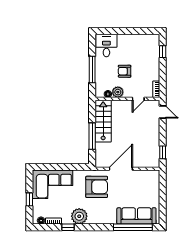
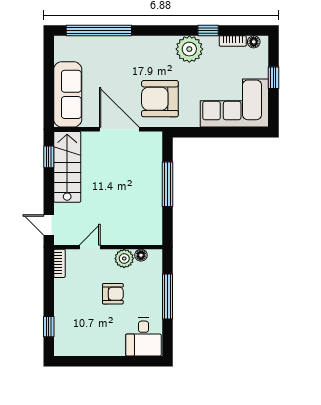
stairs: (103, 121) -> (67, 167), moved, turned 180
door: (121, 169) -> (119, 129), swing flipped
sofa: (136, 216) -> (68, 94), moved, turned -90

